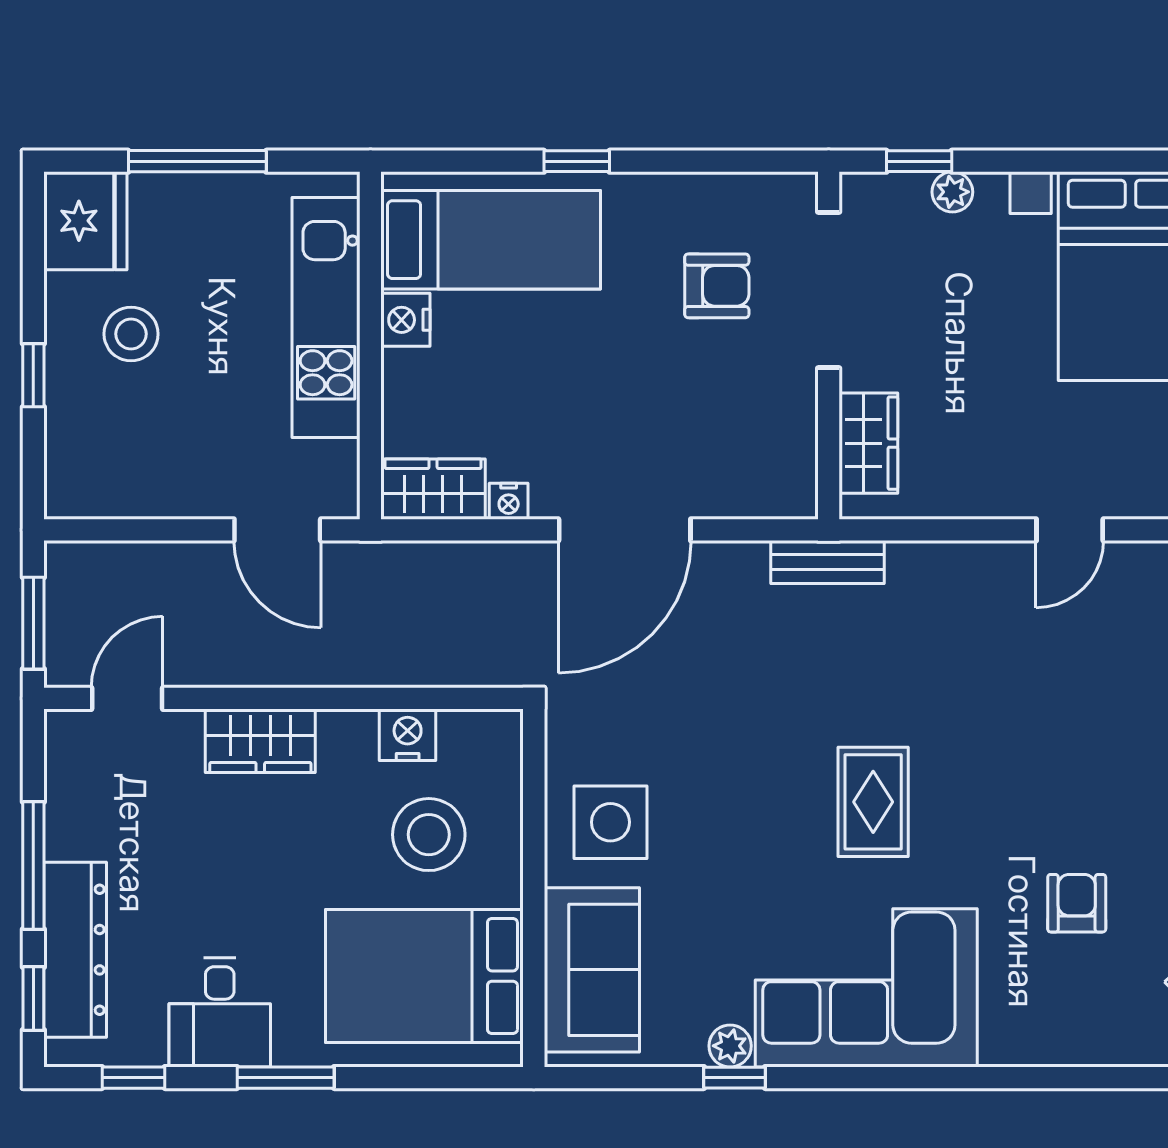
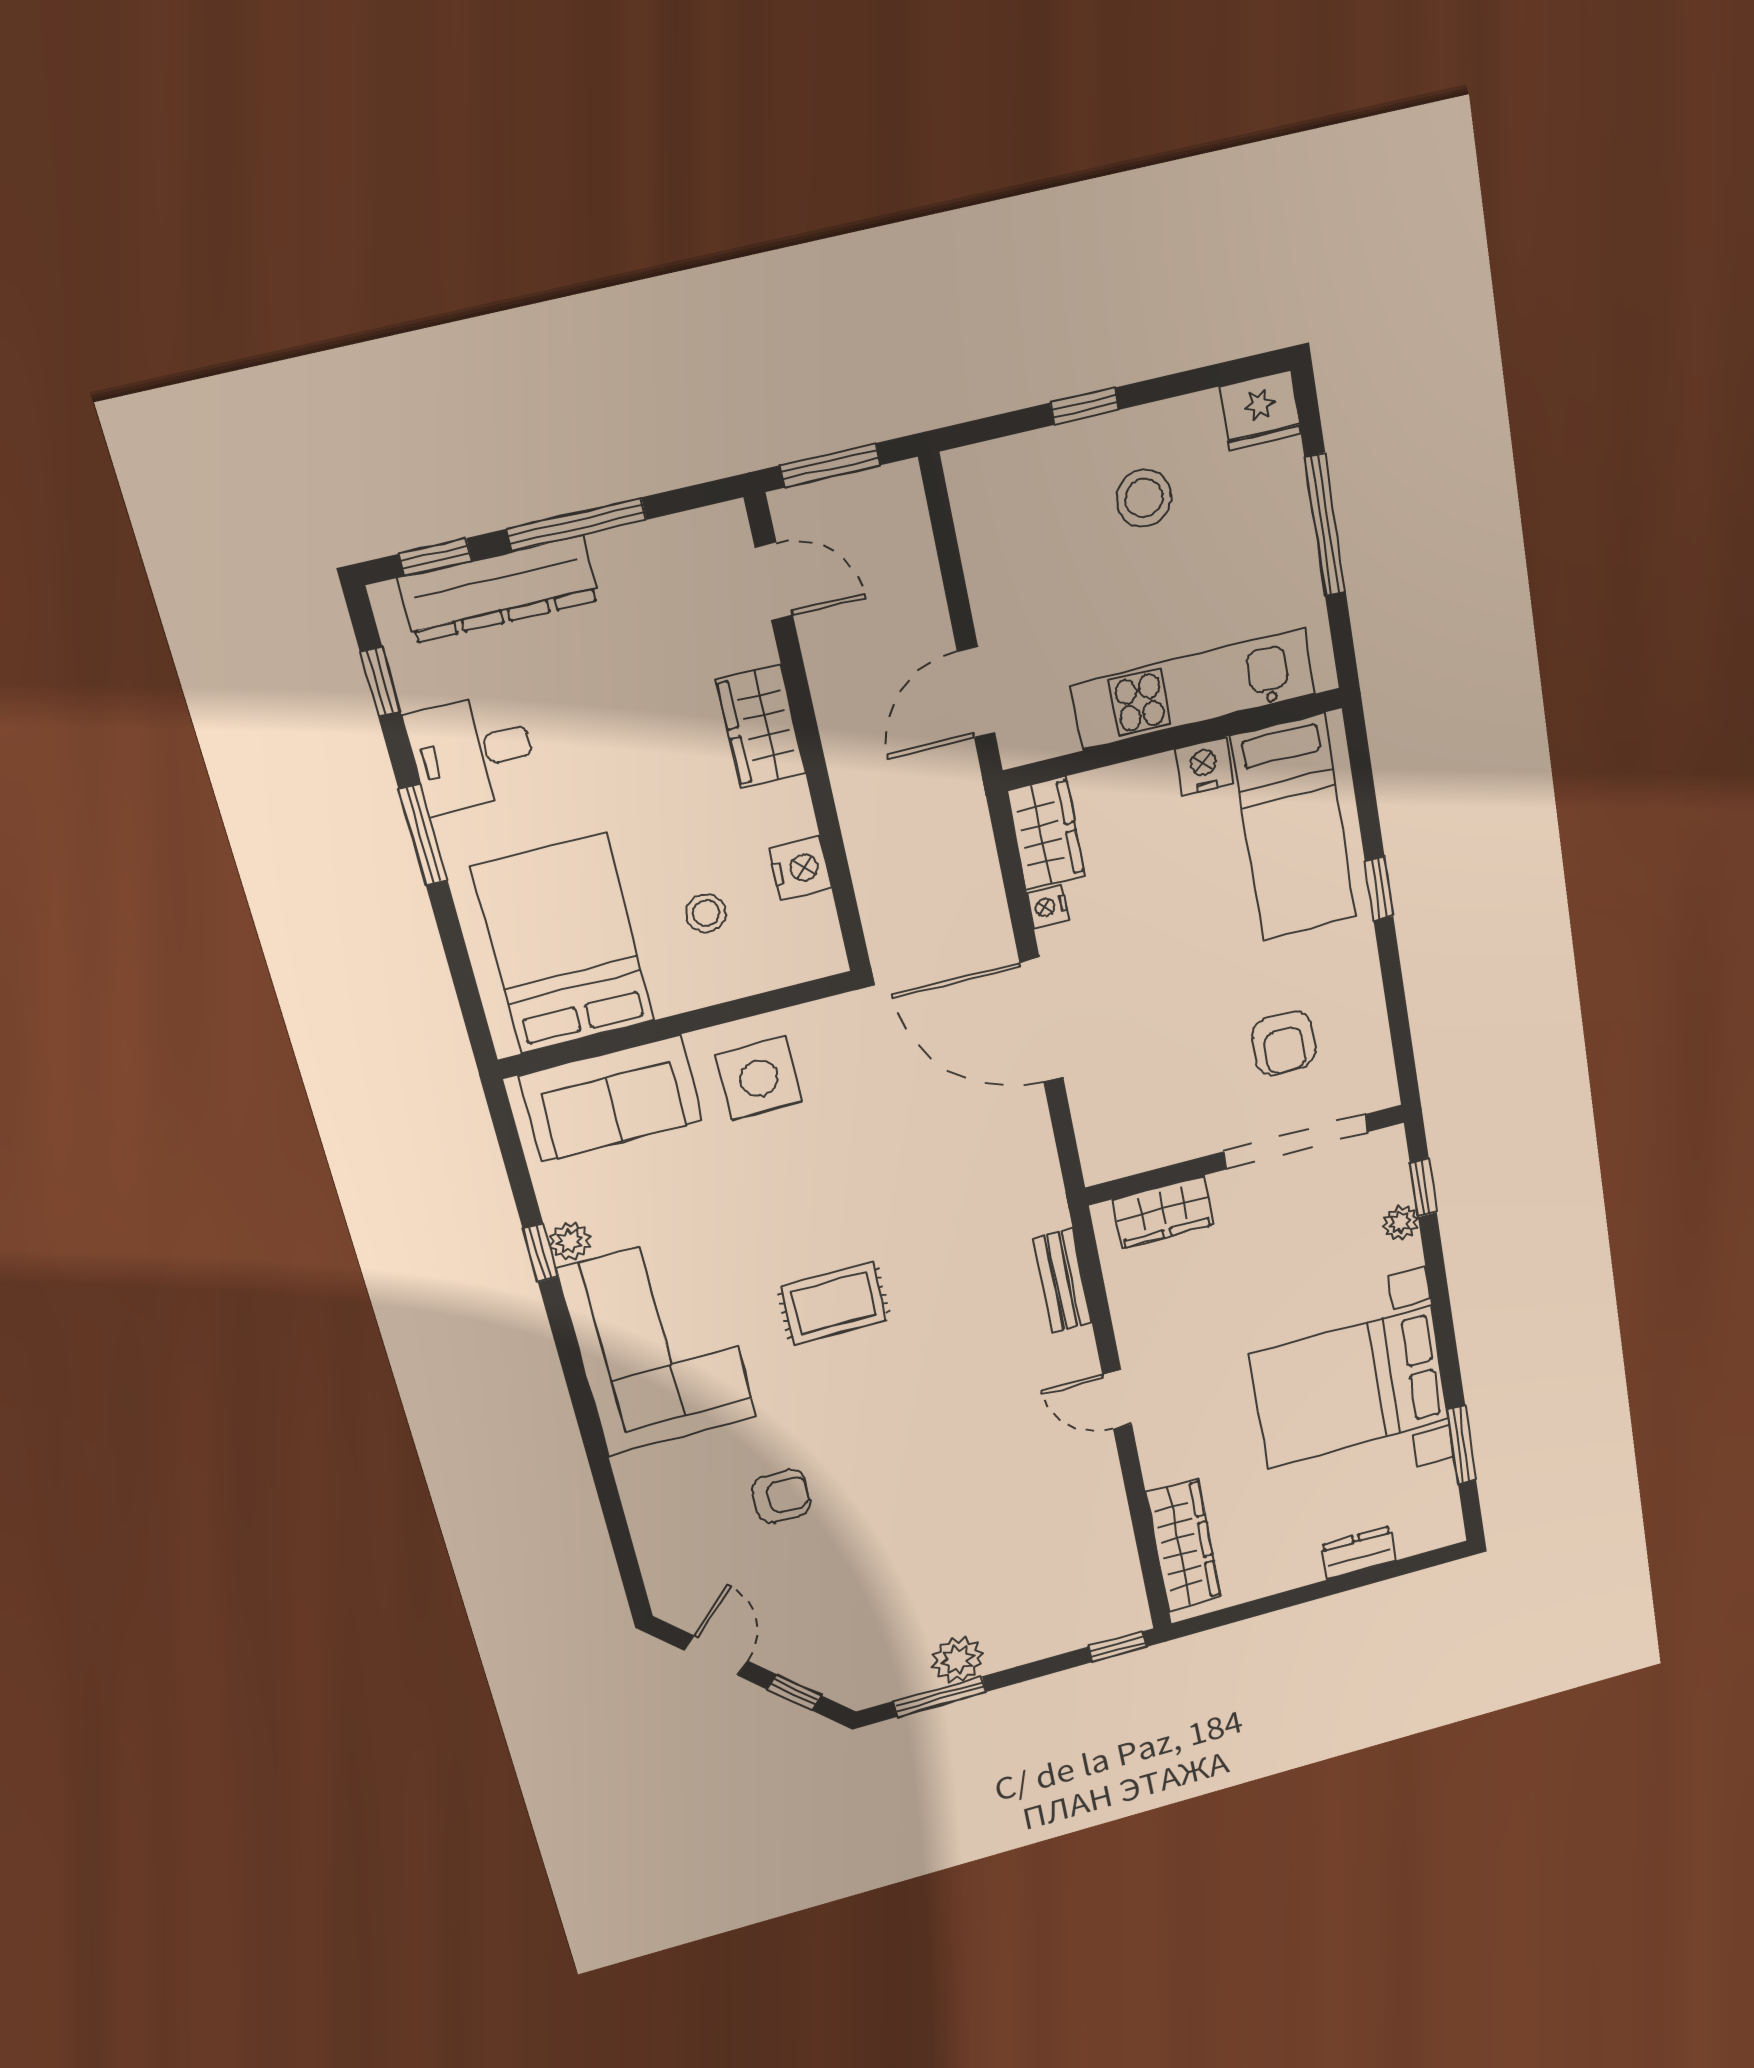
fridge: (85, 221) -> (1260, 410), width x0.73, depth x0.75
bench: (828, 562) -> (1063, 1281), moved
stool: (429, 835) -> (706, 913), width x0.53, depth x0.53

